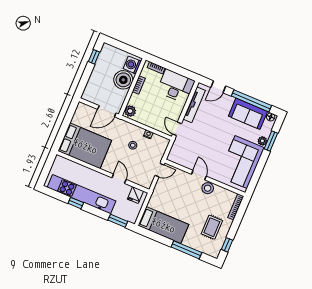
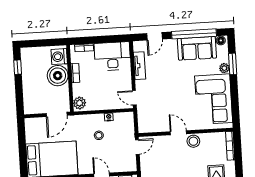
tv unit: (194, 105) -> (140, 66), width x0.71

